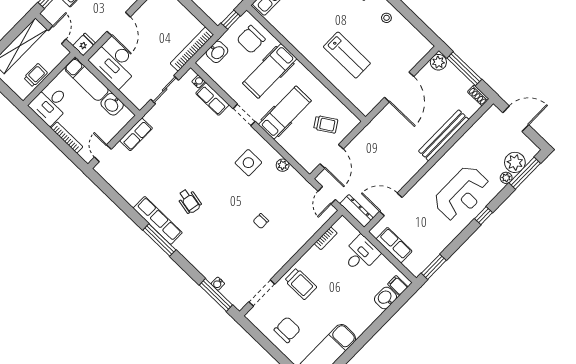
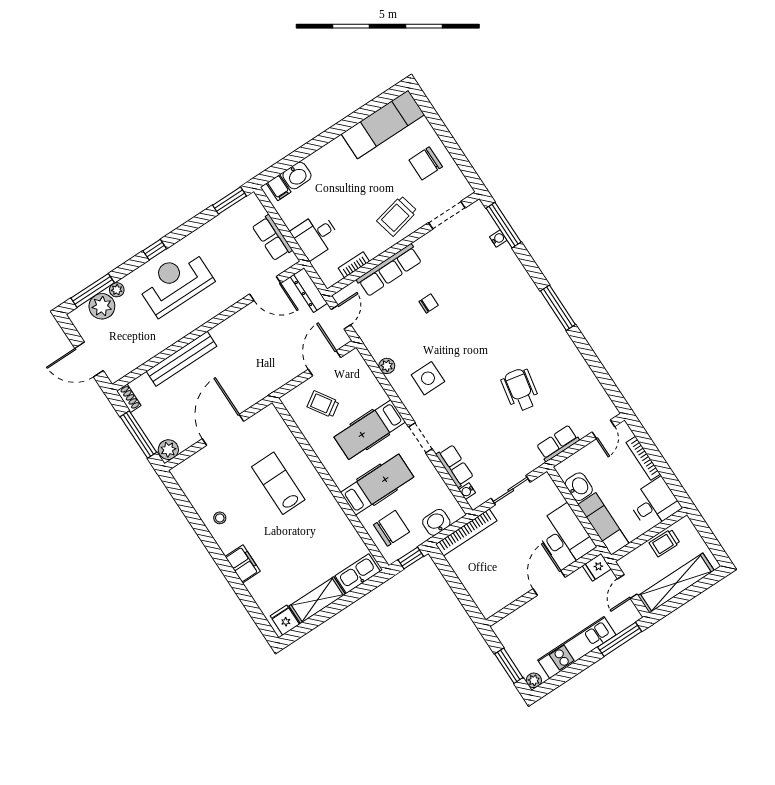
wheelchair: (189, 201) -> (520, 390), moved, width x1.36, depth x1.37
row of seats: (158, 220) -> (389, 270), moved, turned -90
trolley: (301, 284) -> (397, 216), turned -103

